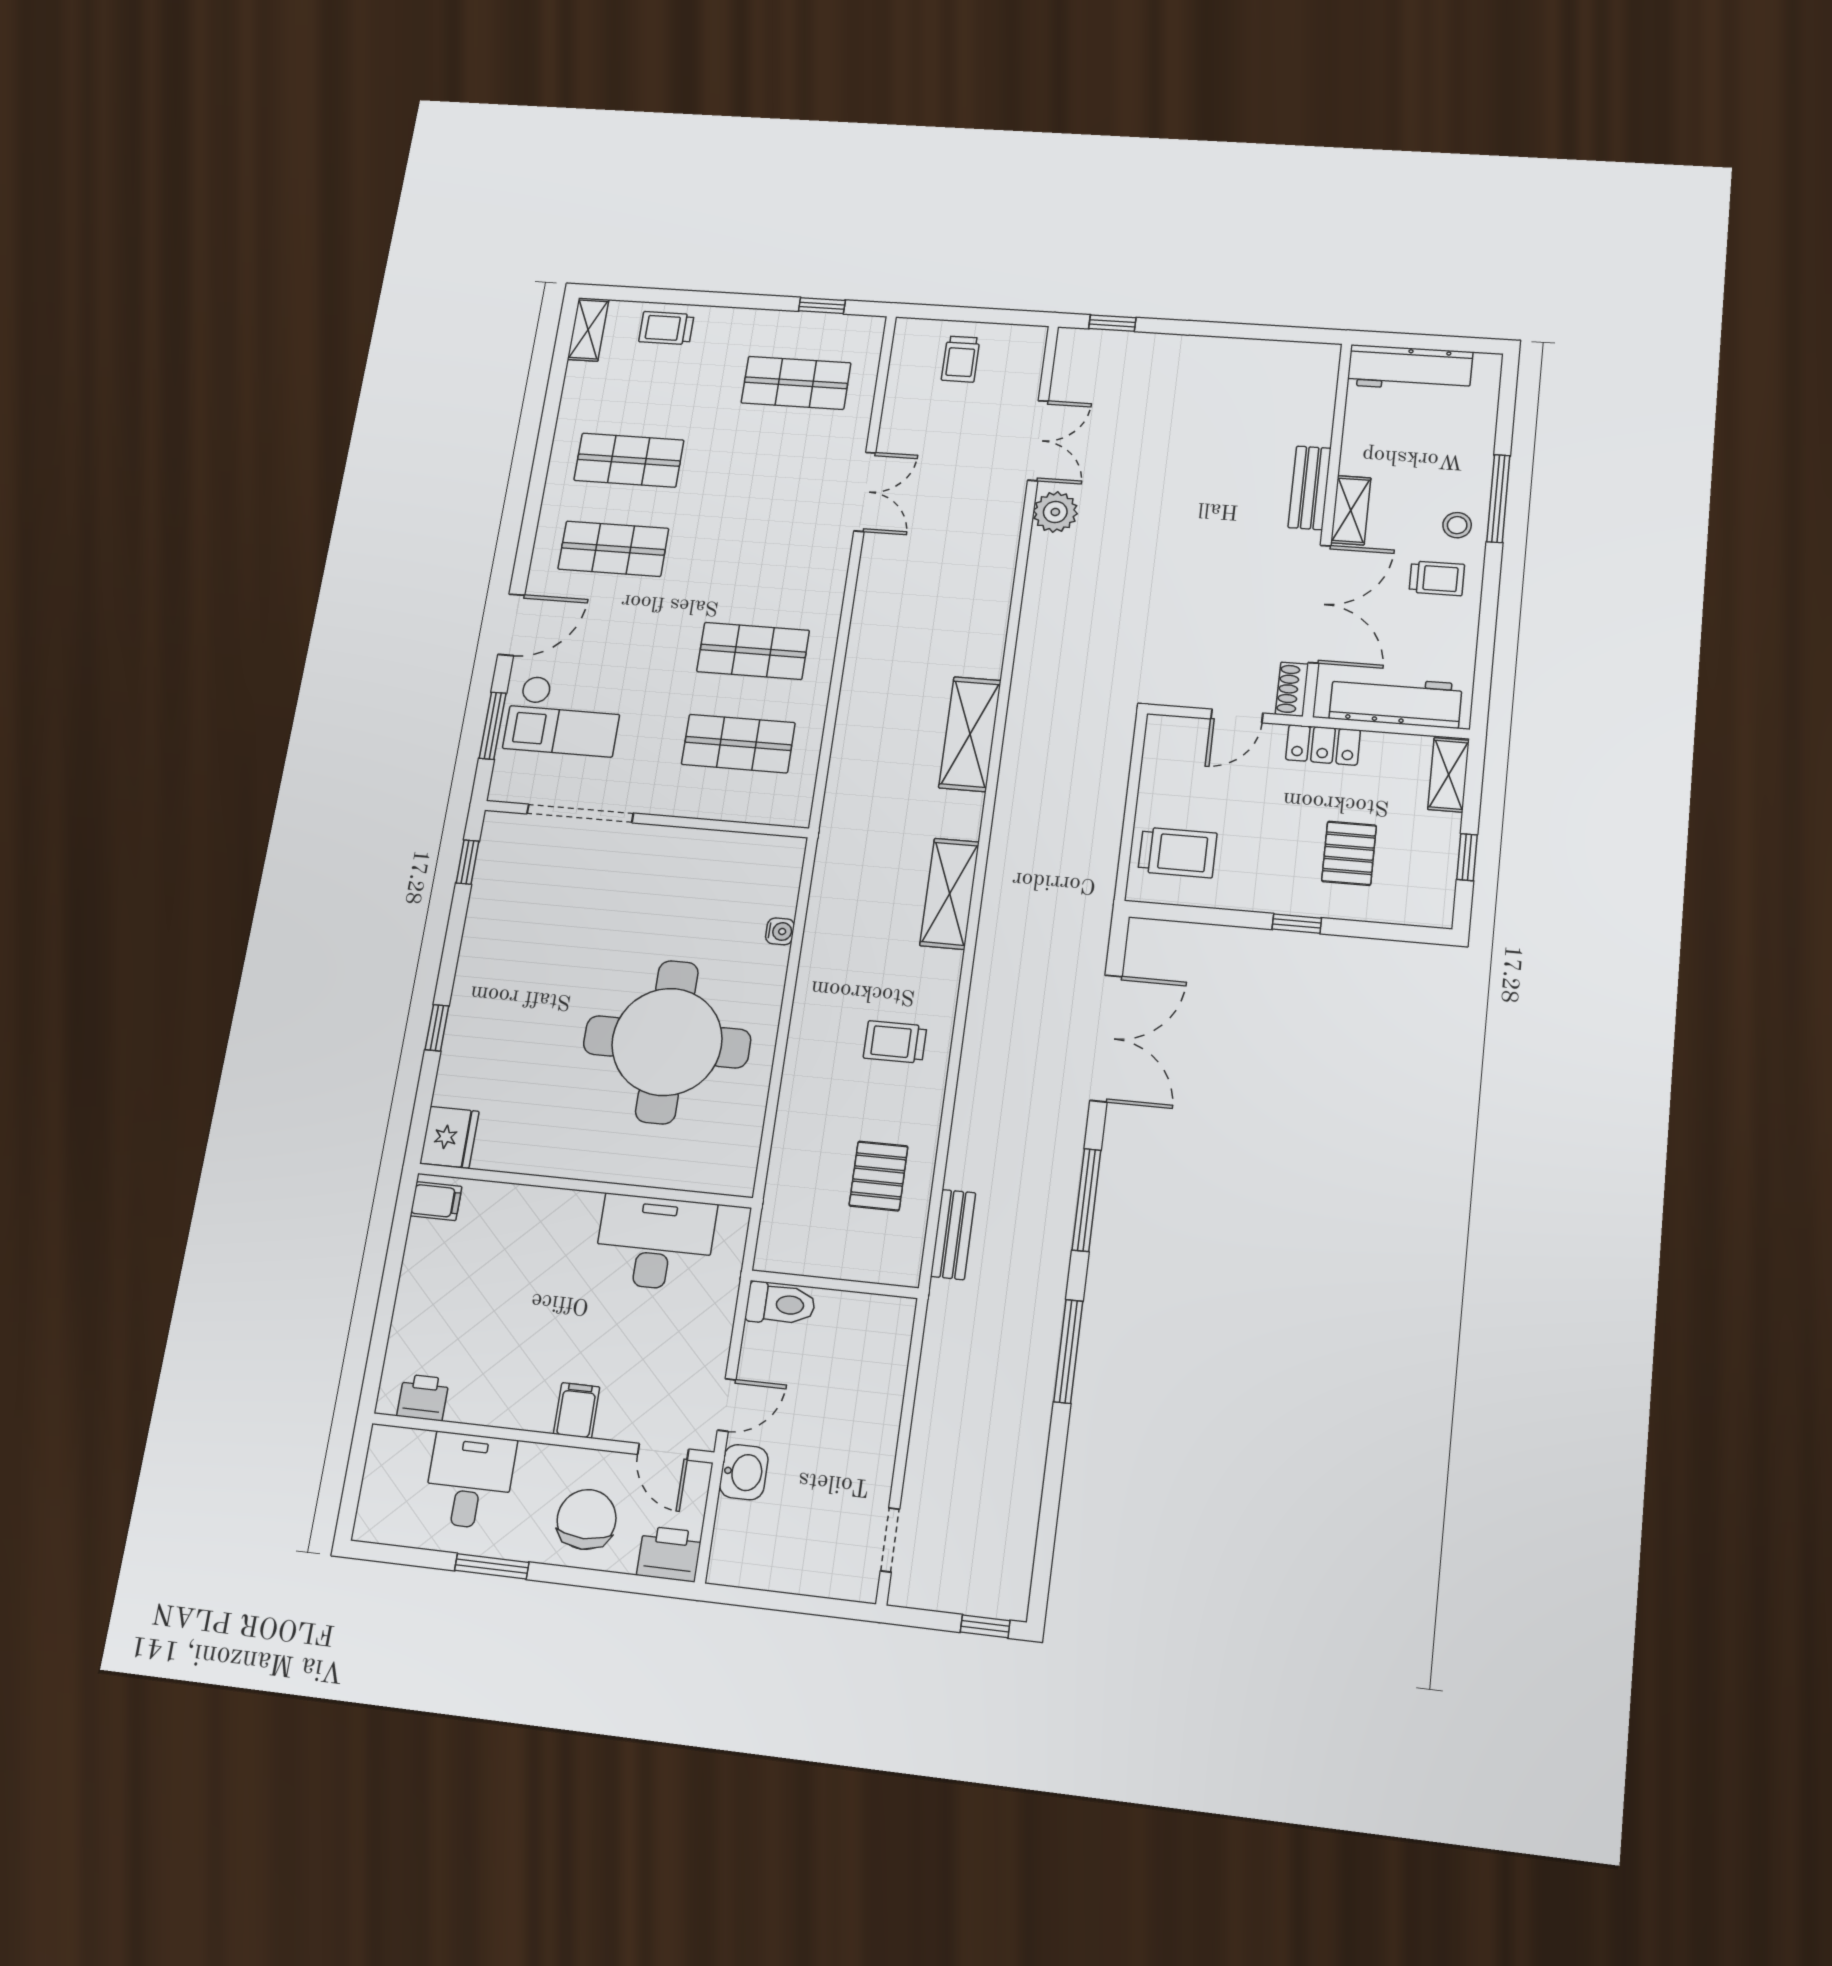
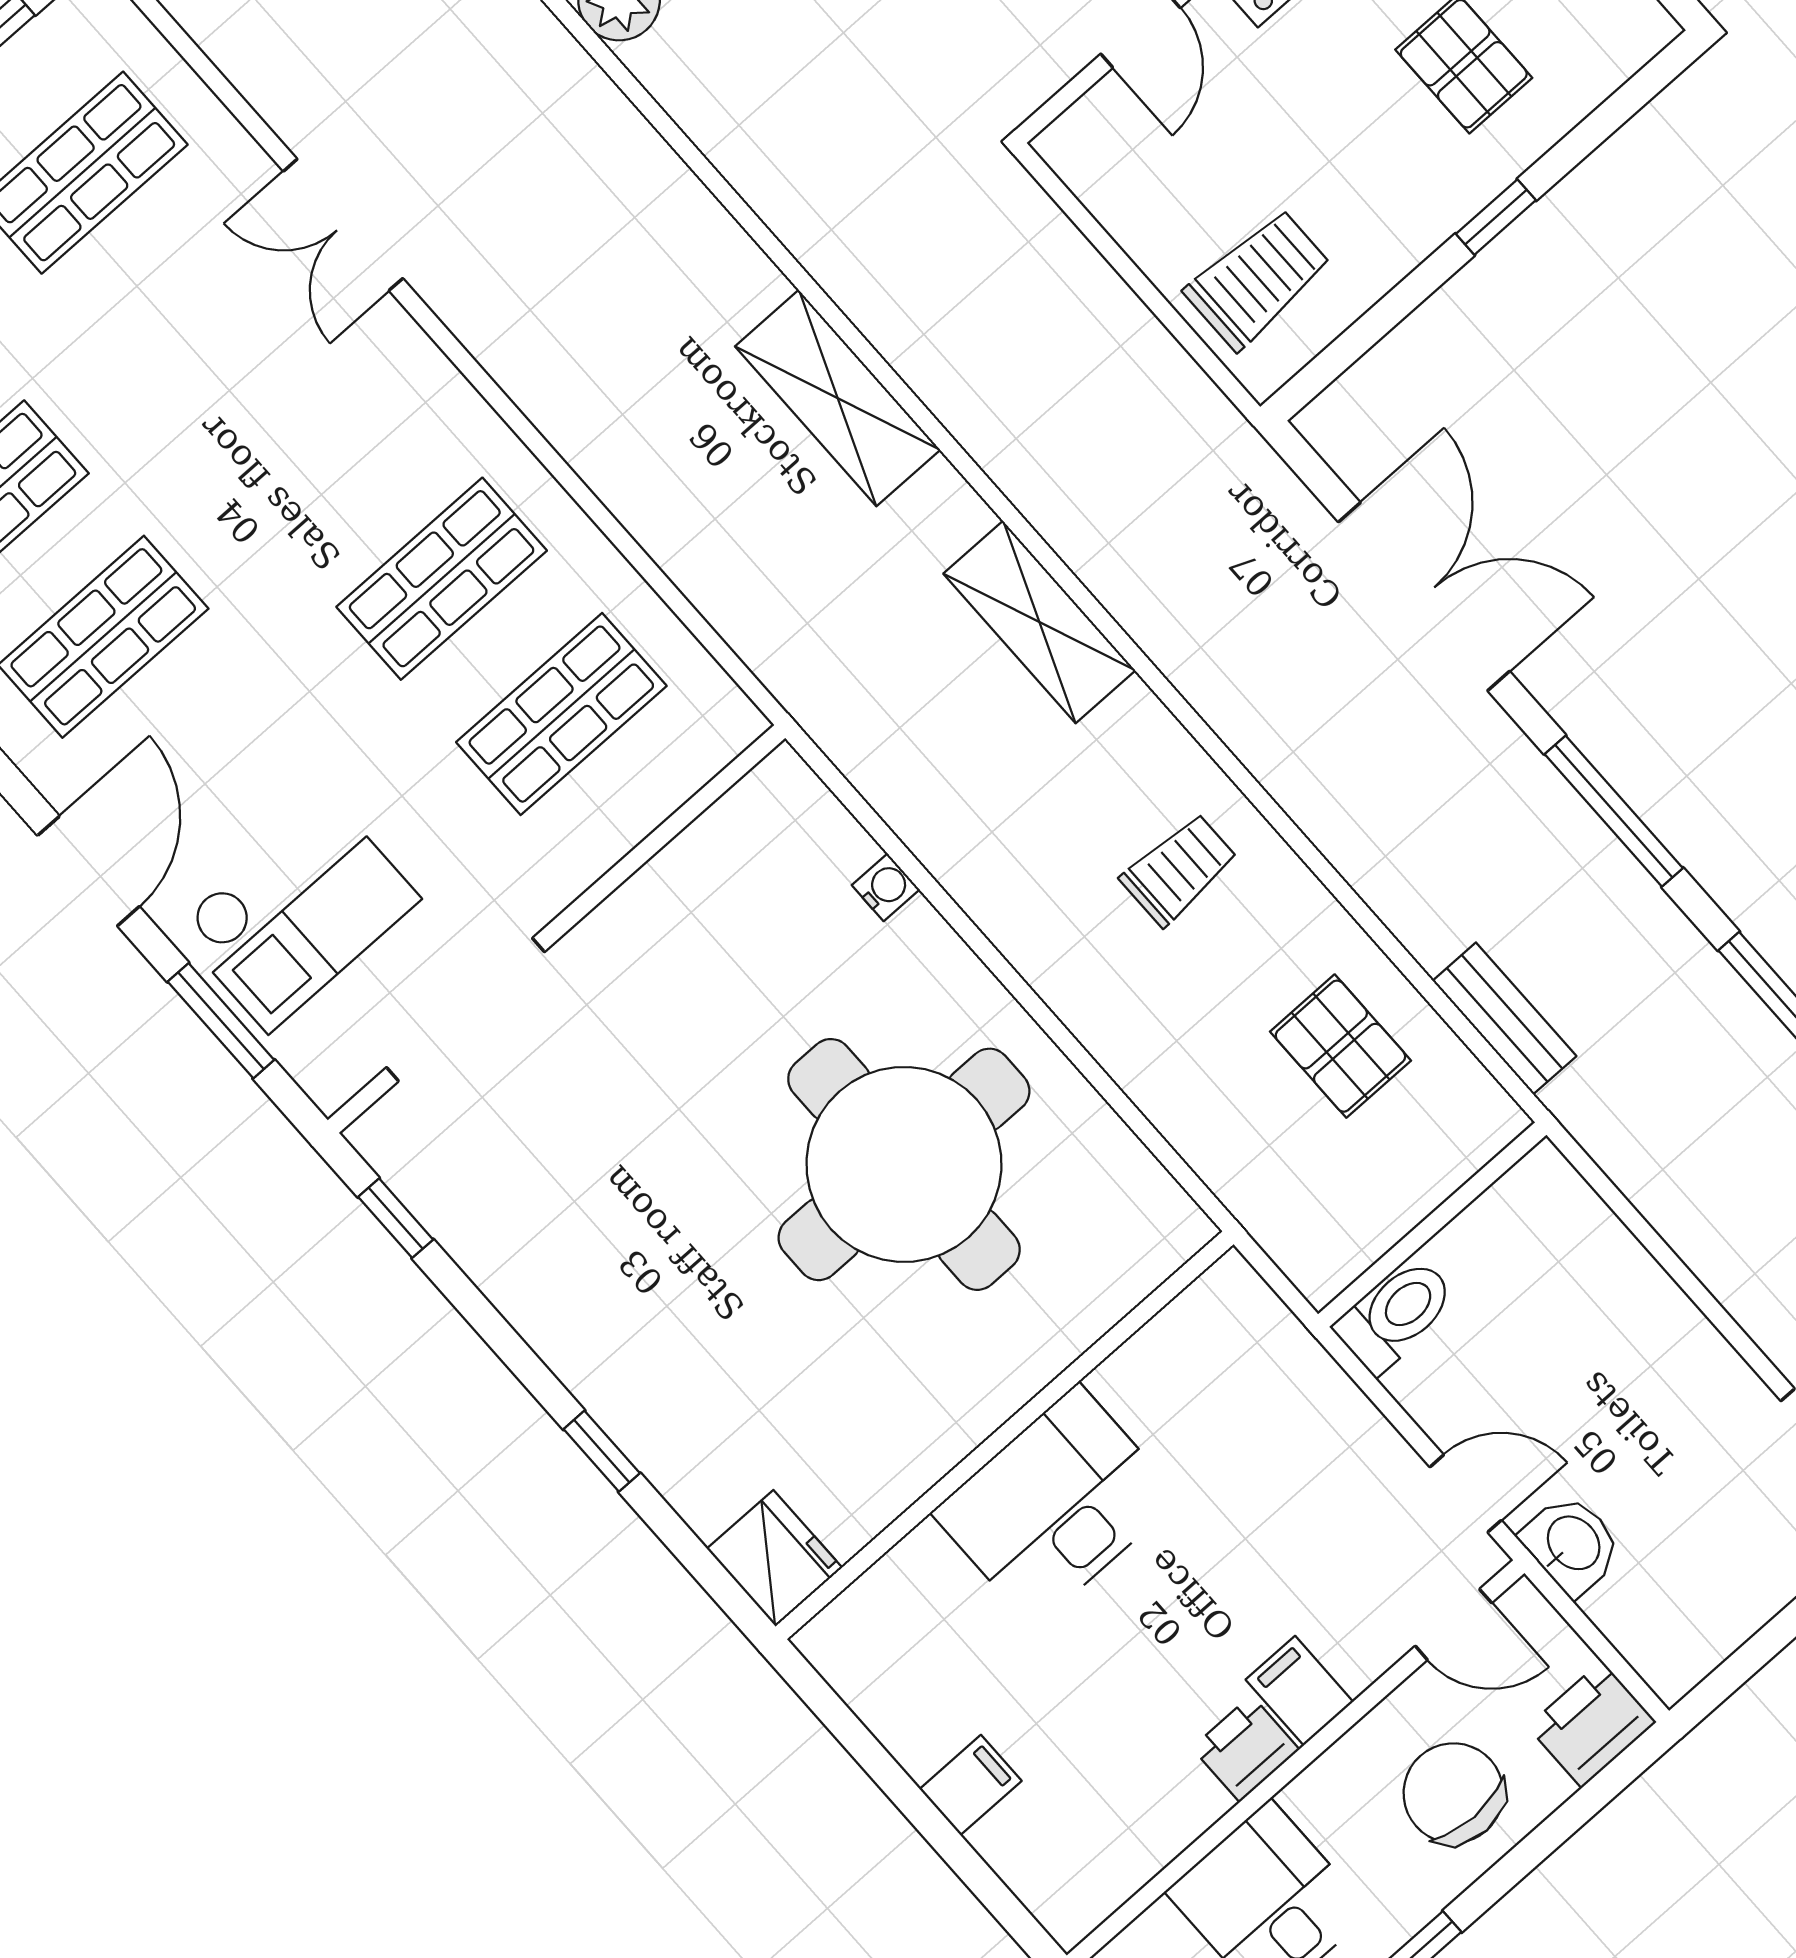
double door: (865, 492) -> (343, 225), swing flipped
trolley: (895, 1042) -> (1179, 870), turned 180
filing cabinet: (436, 1201) -> (971, 1785), moved
desk: (655, 1243) -> (1056, 1505), moved
printer: (423, 1397) -> (1246, 1749), moved
door: (727, 1405) -> (1466, 1494), hinge flipped

